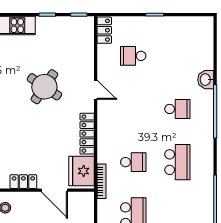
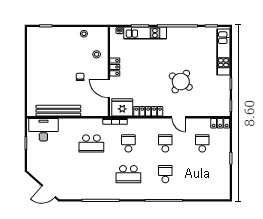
washbasin: (206, 80) -> (186, 194), removed
door: (96, 90) -> (179, 117), hinge flipped
school desk: (133, 109) -> (165, 143), added
school desk: (177, 109) -> (165, 174), turned 180
school desk: (133, 162) -> (128, 143), turned 180
door: (54, 190) -> (109, 88), hinge flipped

